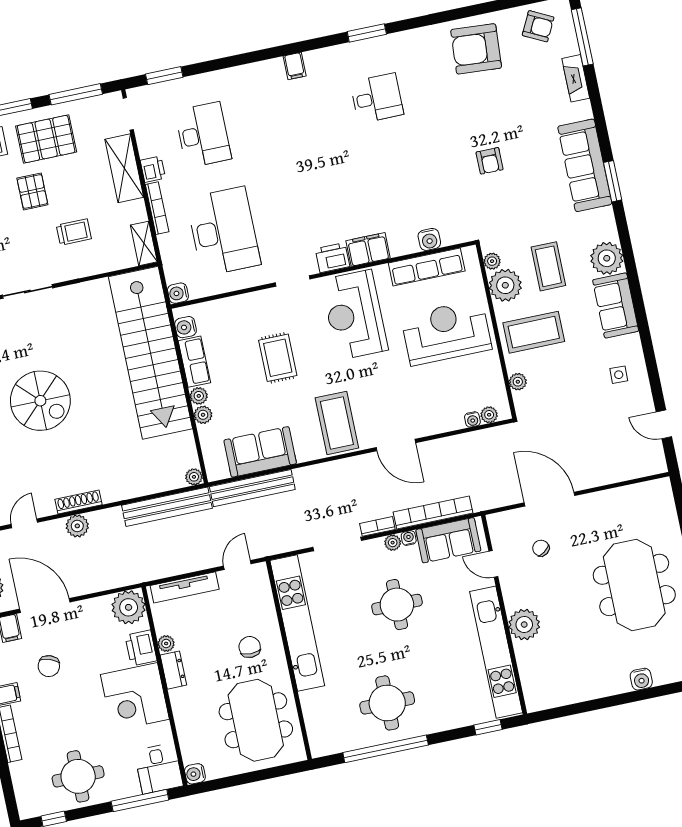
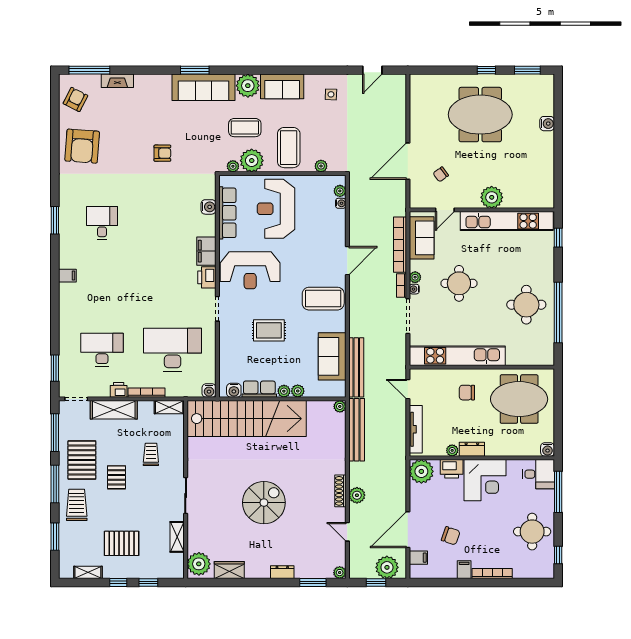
sofa: (585, 165) -> (204, 87), moved
pallet: (32, 191) -> (116, 477), turned 90
water cooler: (409, 538) -> (414, 289), moved

